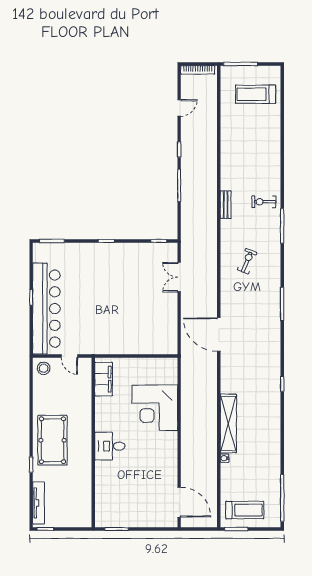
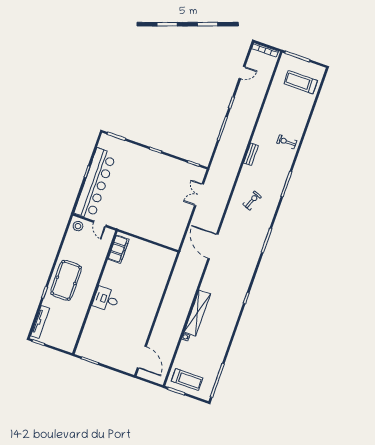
exercise bike: (264, 202) -> (287, 142), moved
corner desk: (155, 408) -> (148, 283), removed

